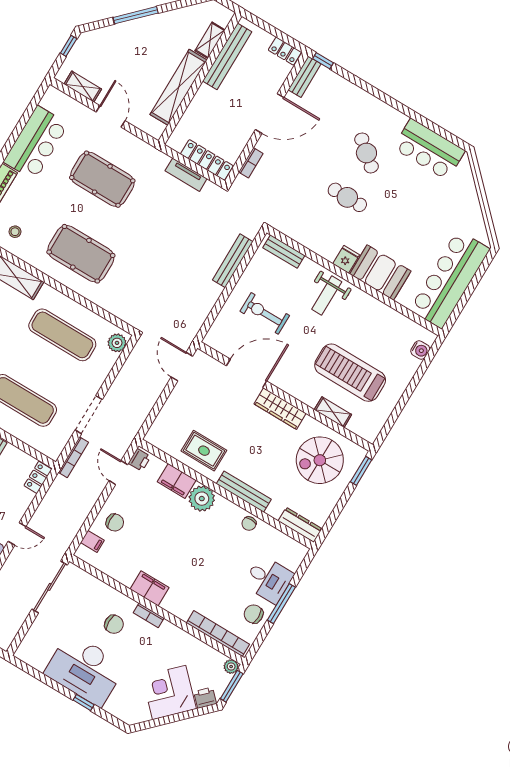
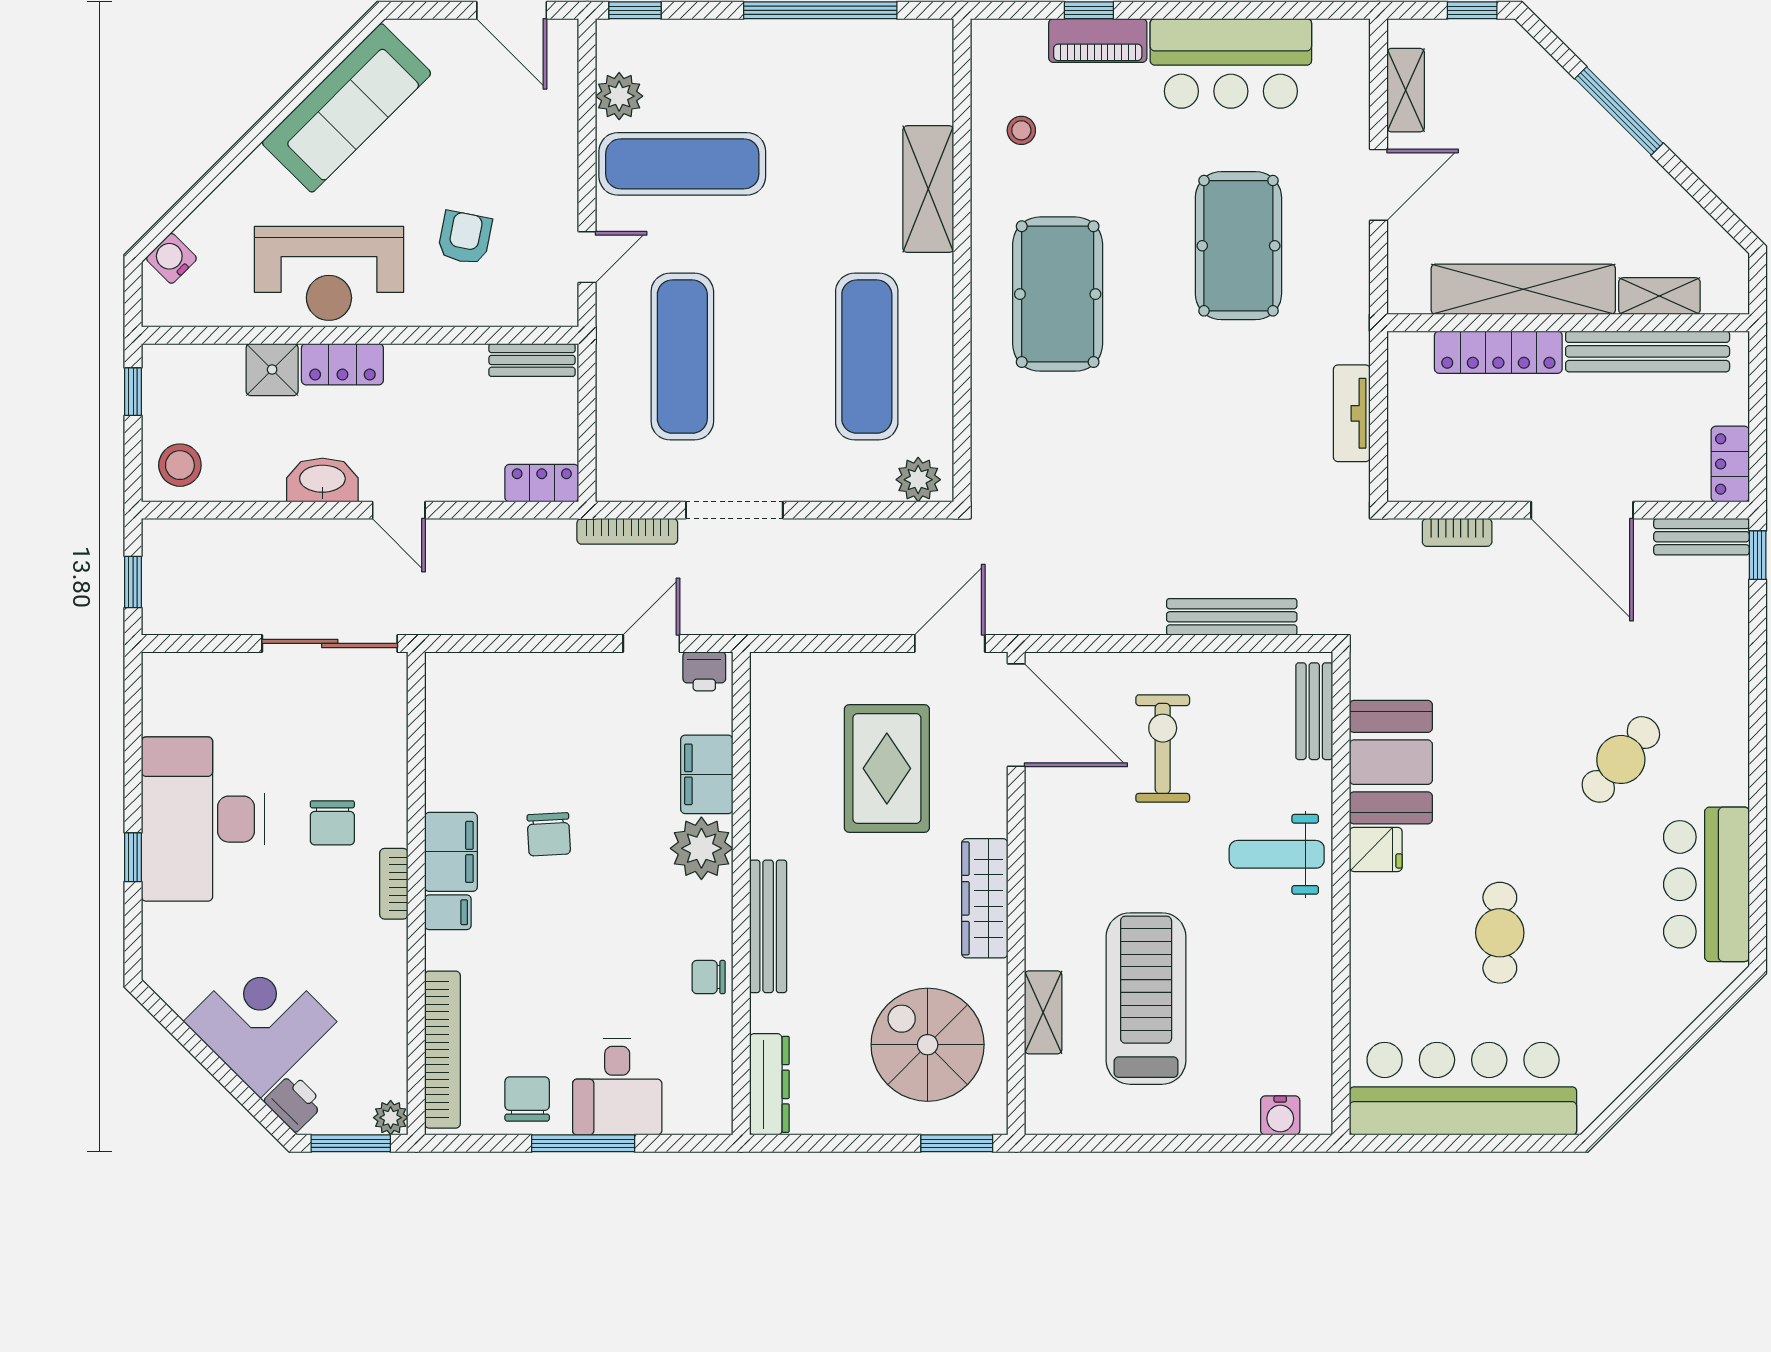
locker: (207, 160) -> (1498, 352), moved, turned 90
cafe table: (347, 197) -> (1500, 933), moved
booth: (380, 273) -> (1391, 762), moved
door: (247, 373) -> (1016, 715), moved
rug: (204, 451) -> (887, 768), moved, width x1.36, depth x1.43
chair: (115, 522) -> (549, 834), moved
filing cabinet: (92, 541) -> (448, 912), moved, turned -90

